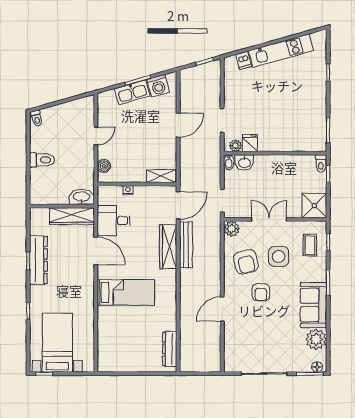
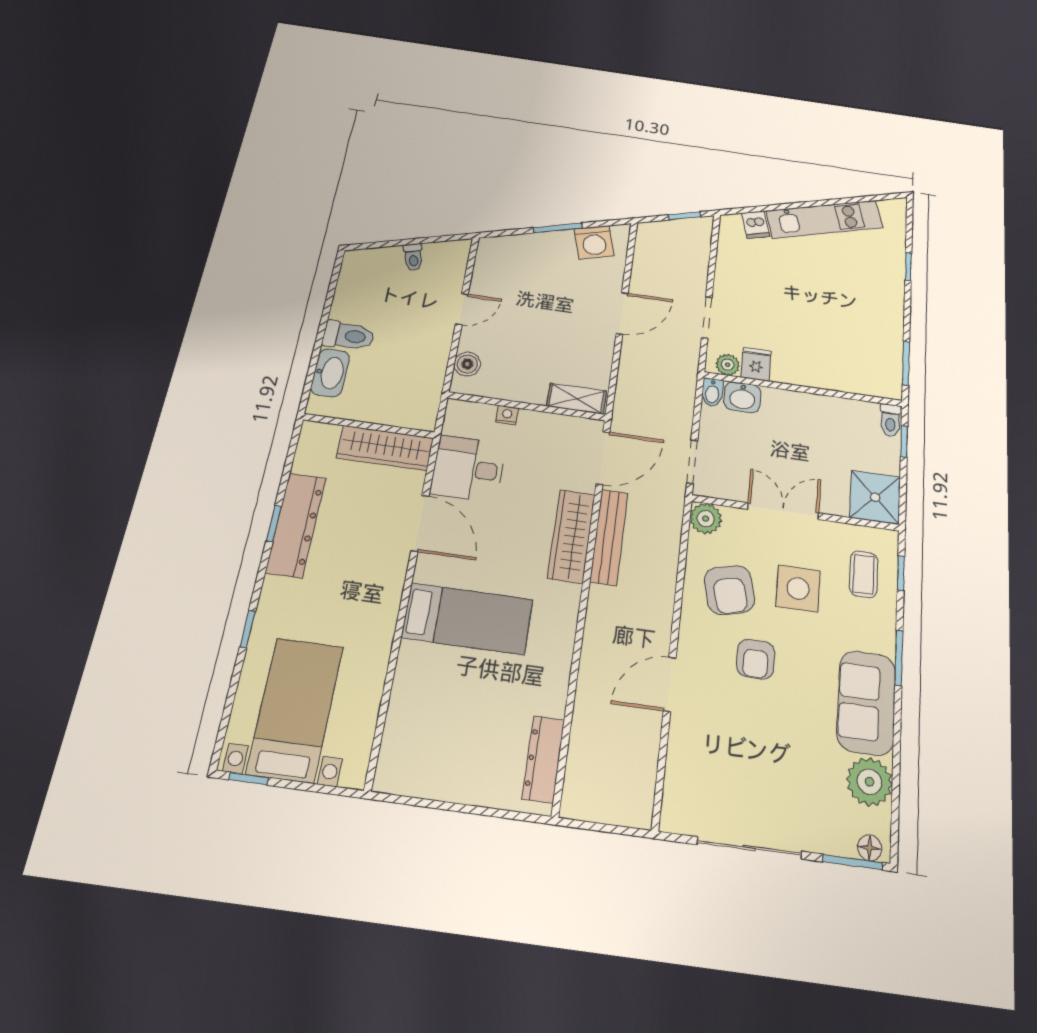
kitchen sink: (132, 92) -> (544, 246), removed
toilet: (37, 118) -> (413, 257), moved
washbasin: (82, 197) -> (330, 373), moved, turned 90

